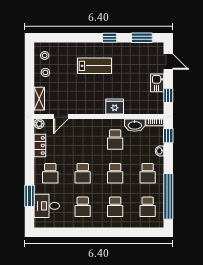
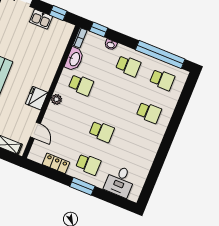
fridge: (115, 107) -> (37, 98), moved
plant: (39, 124) -> (56, 99), moved
school desk: (115, 173) -> (115, 99), removed
window: (29, 196) -> (82, 186), moved
school desk: (83, 207) -> (136, 145), removed

